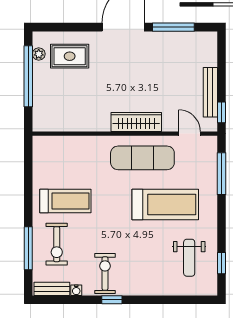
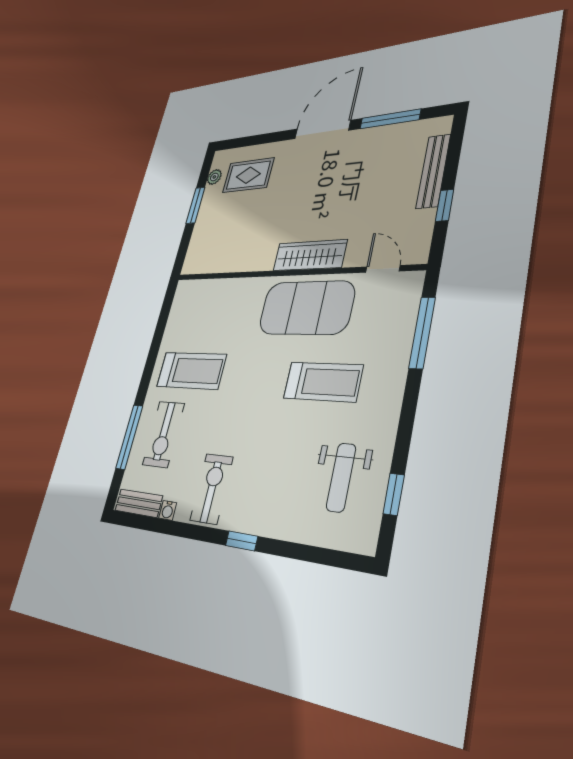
window: (28, 76) -> (195, 205), width x0.47
bench: (210, 92) -> (433, 171), moved
window: (221, 112) -> (445, 205), moved
exercise mat: (142, 158) -> (306, 308), width x1.47
treadmill: (165, 204) -> (323, 382), width x0.73, depth x0.73
window: (112, 300) -> (241, 541), moved

